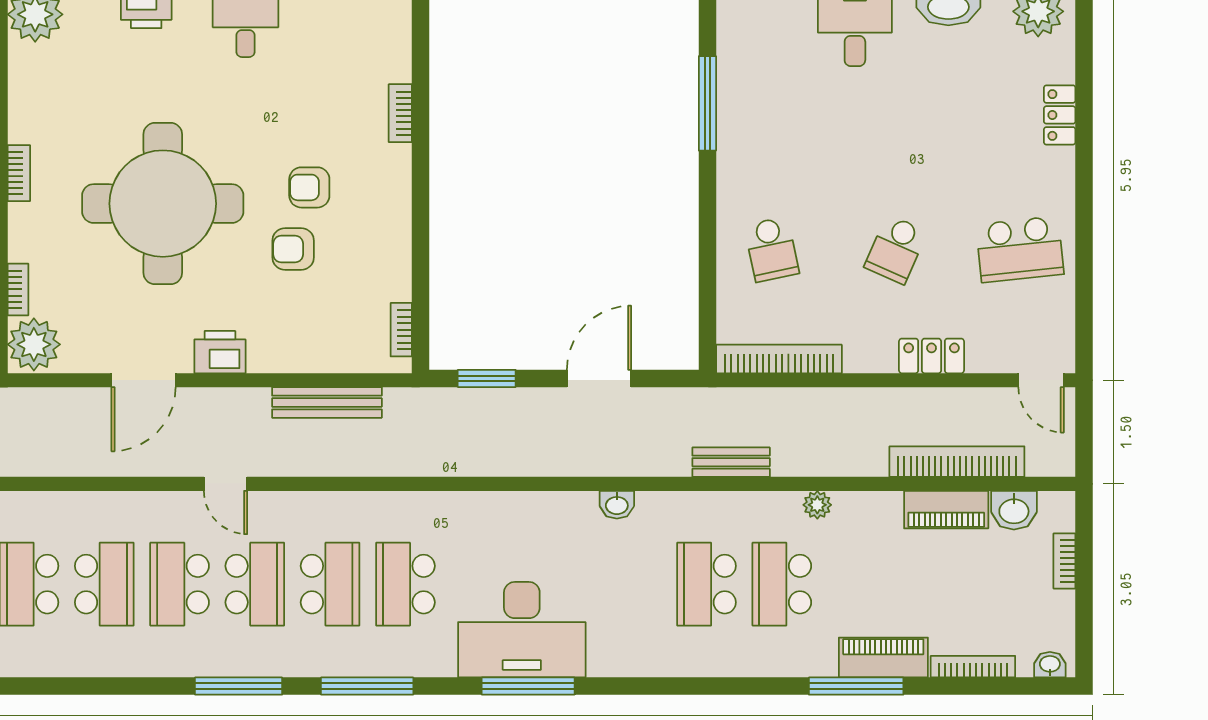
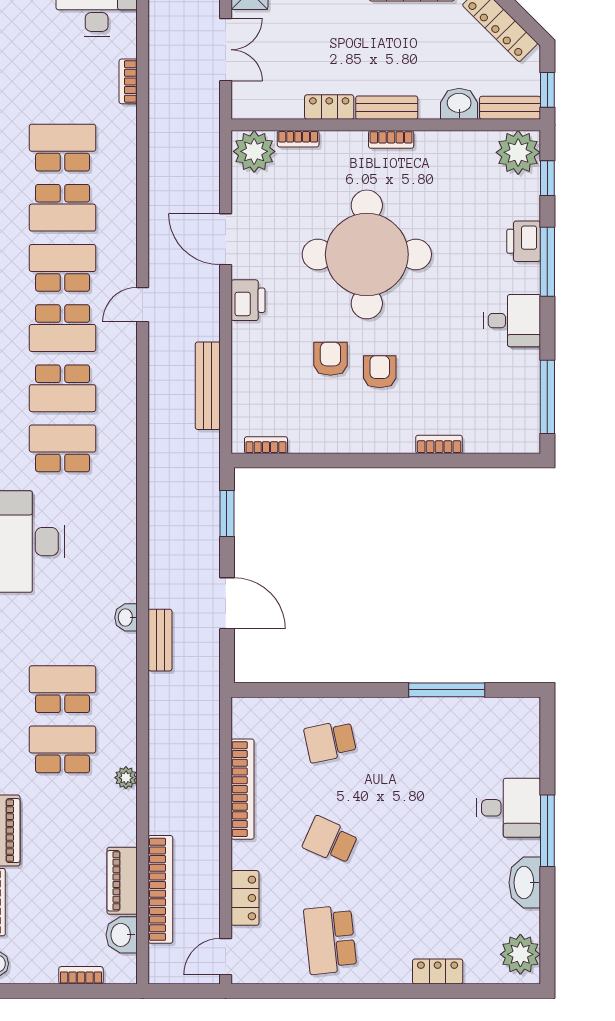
locker: (932, 356) -> (245, 898), moved
bookcase: (779, 359) -> (242, 789), moved
bench: (731, 462) -> (160, 640), moved

